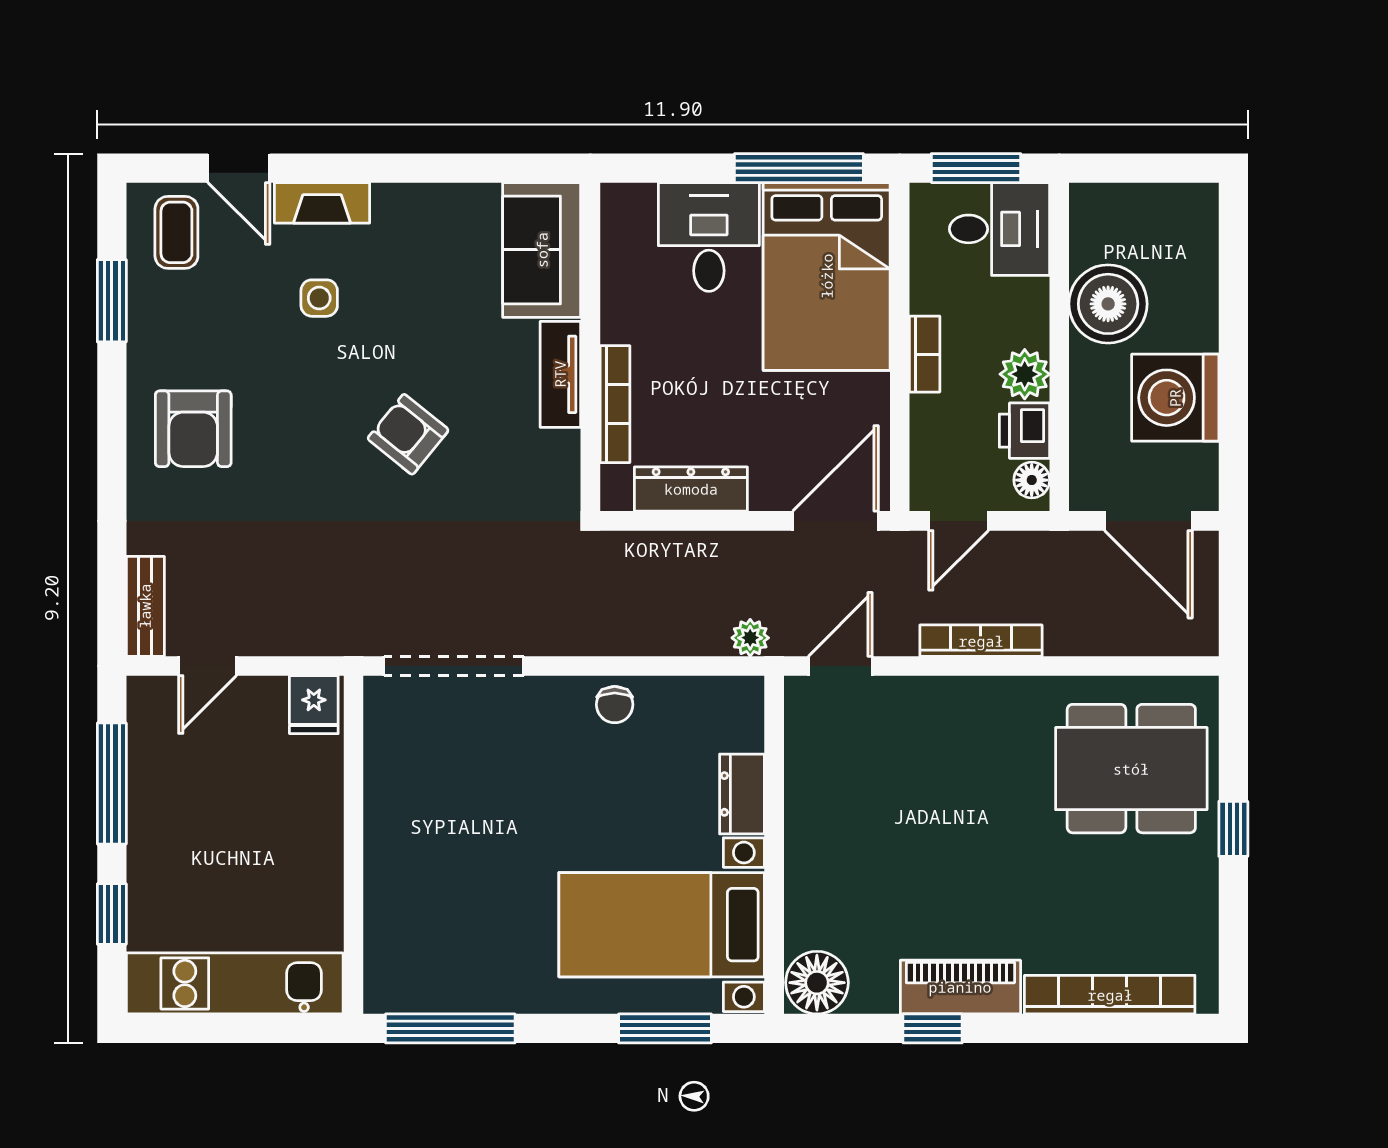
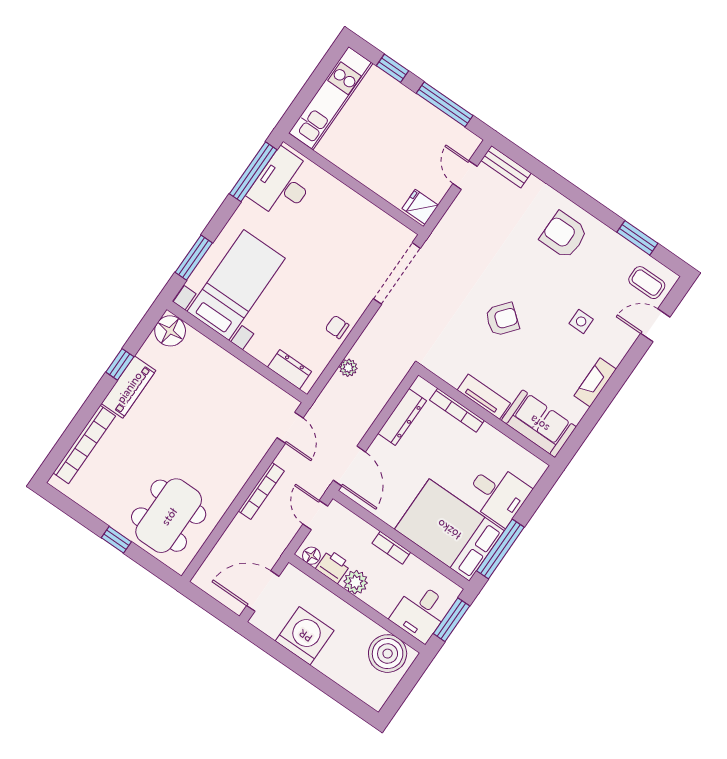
fireplace: (322, 203) -> (595, 382), moved
boiler: (1108, 304) -> (388, 654), moved
plant: (750, 638) -> (348, 368), moved
dresser: (742, 794) -> (290, 369), moved
desk: (436, 964) -> (283, 184), added

